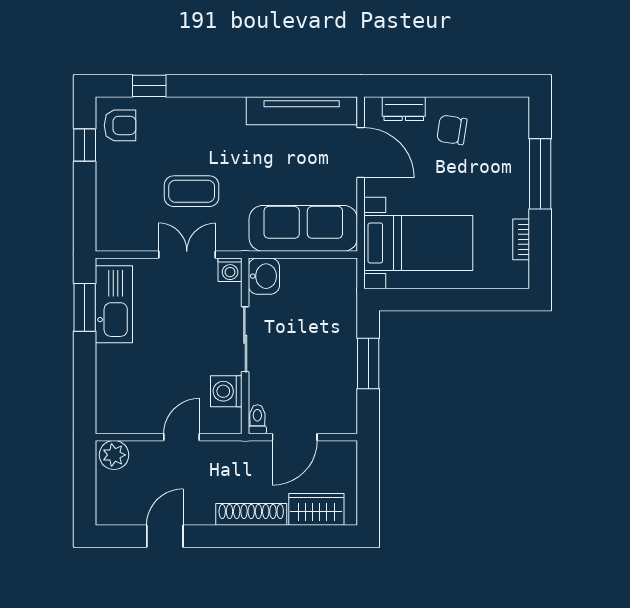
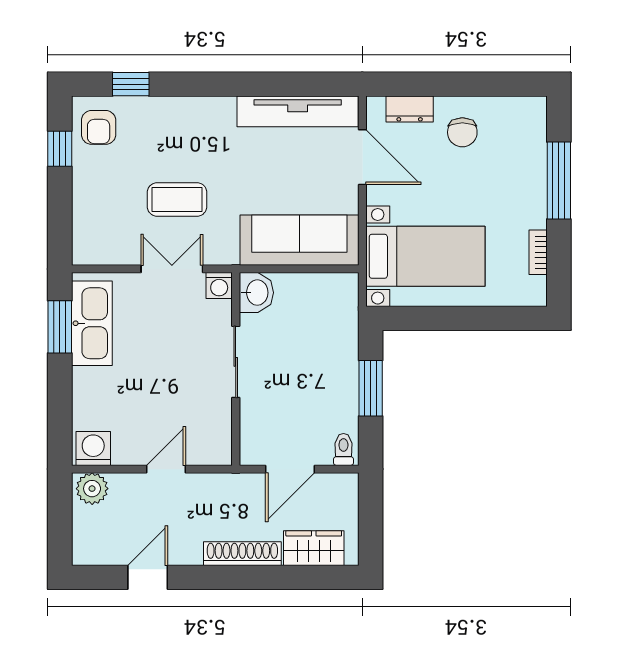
armchair: (120, 125) -> (99, 127), turned 90
chair: (452, 130) -> (462, 132), turned -99
washing machine: (226, 391) -> (93, 448), moved, turned 90
toilet: (257, 419) -> (343, 449), moved

